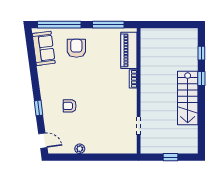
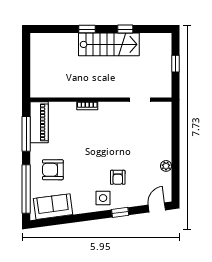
piano: (129, 50) -> (39, 122), moved, turned -90
window: (201, 53) -> (125, 29), moved
side table: (51, 93) -> (103, 198), added

